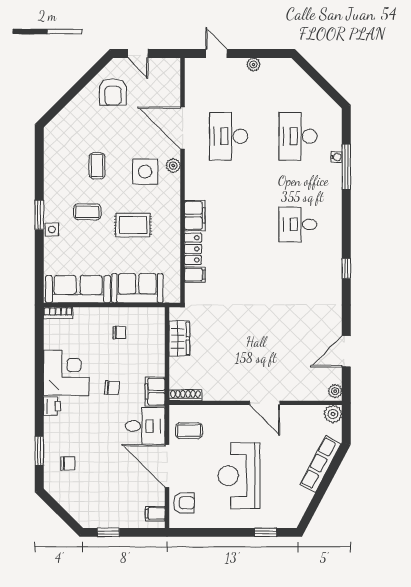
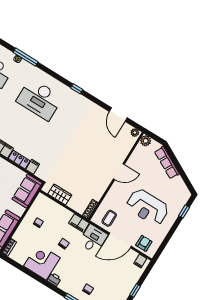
desk: (298, 224) -> (39, 99), width x1.87, depth x1.30
sofa: (137, 288) -> (27, 191), moved

